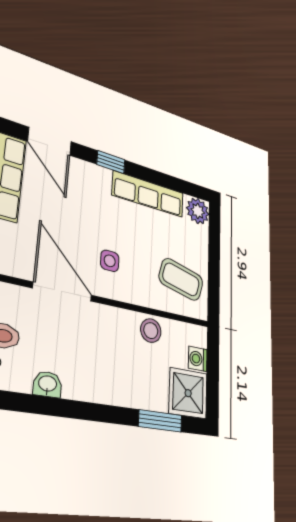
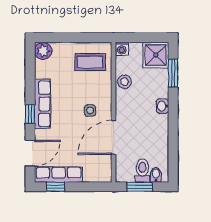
row of seats: (148, 194) -> (43, 104), moved
coffee table: (181, 279) -> (90, 62), turned 76
washing machine: (198, 359) -> (122, 49), moved
washbasin: (48, 384) -> (163, 106), moved

